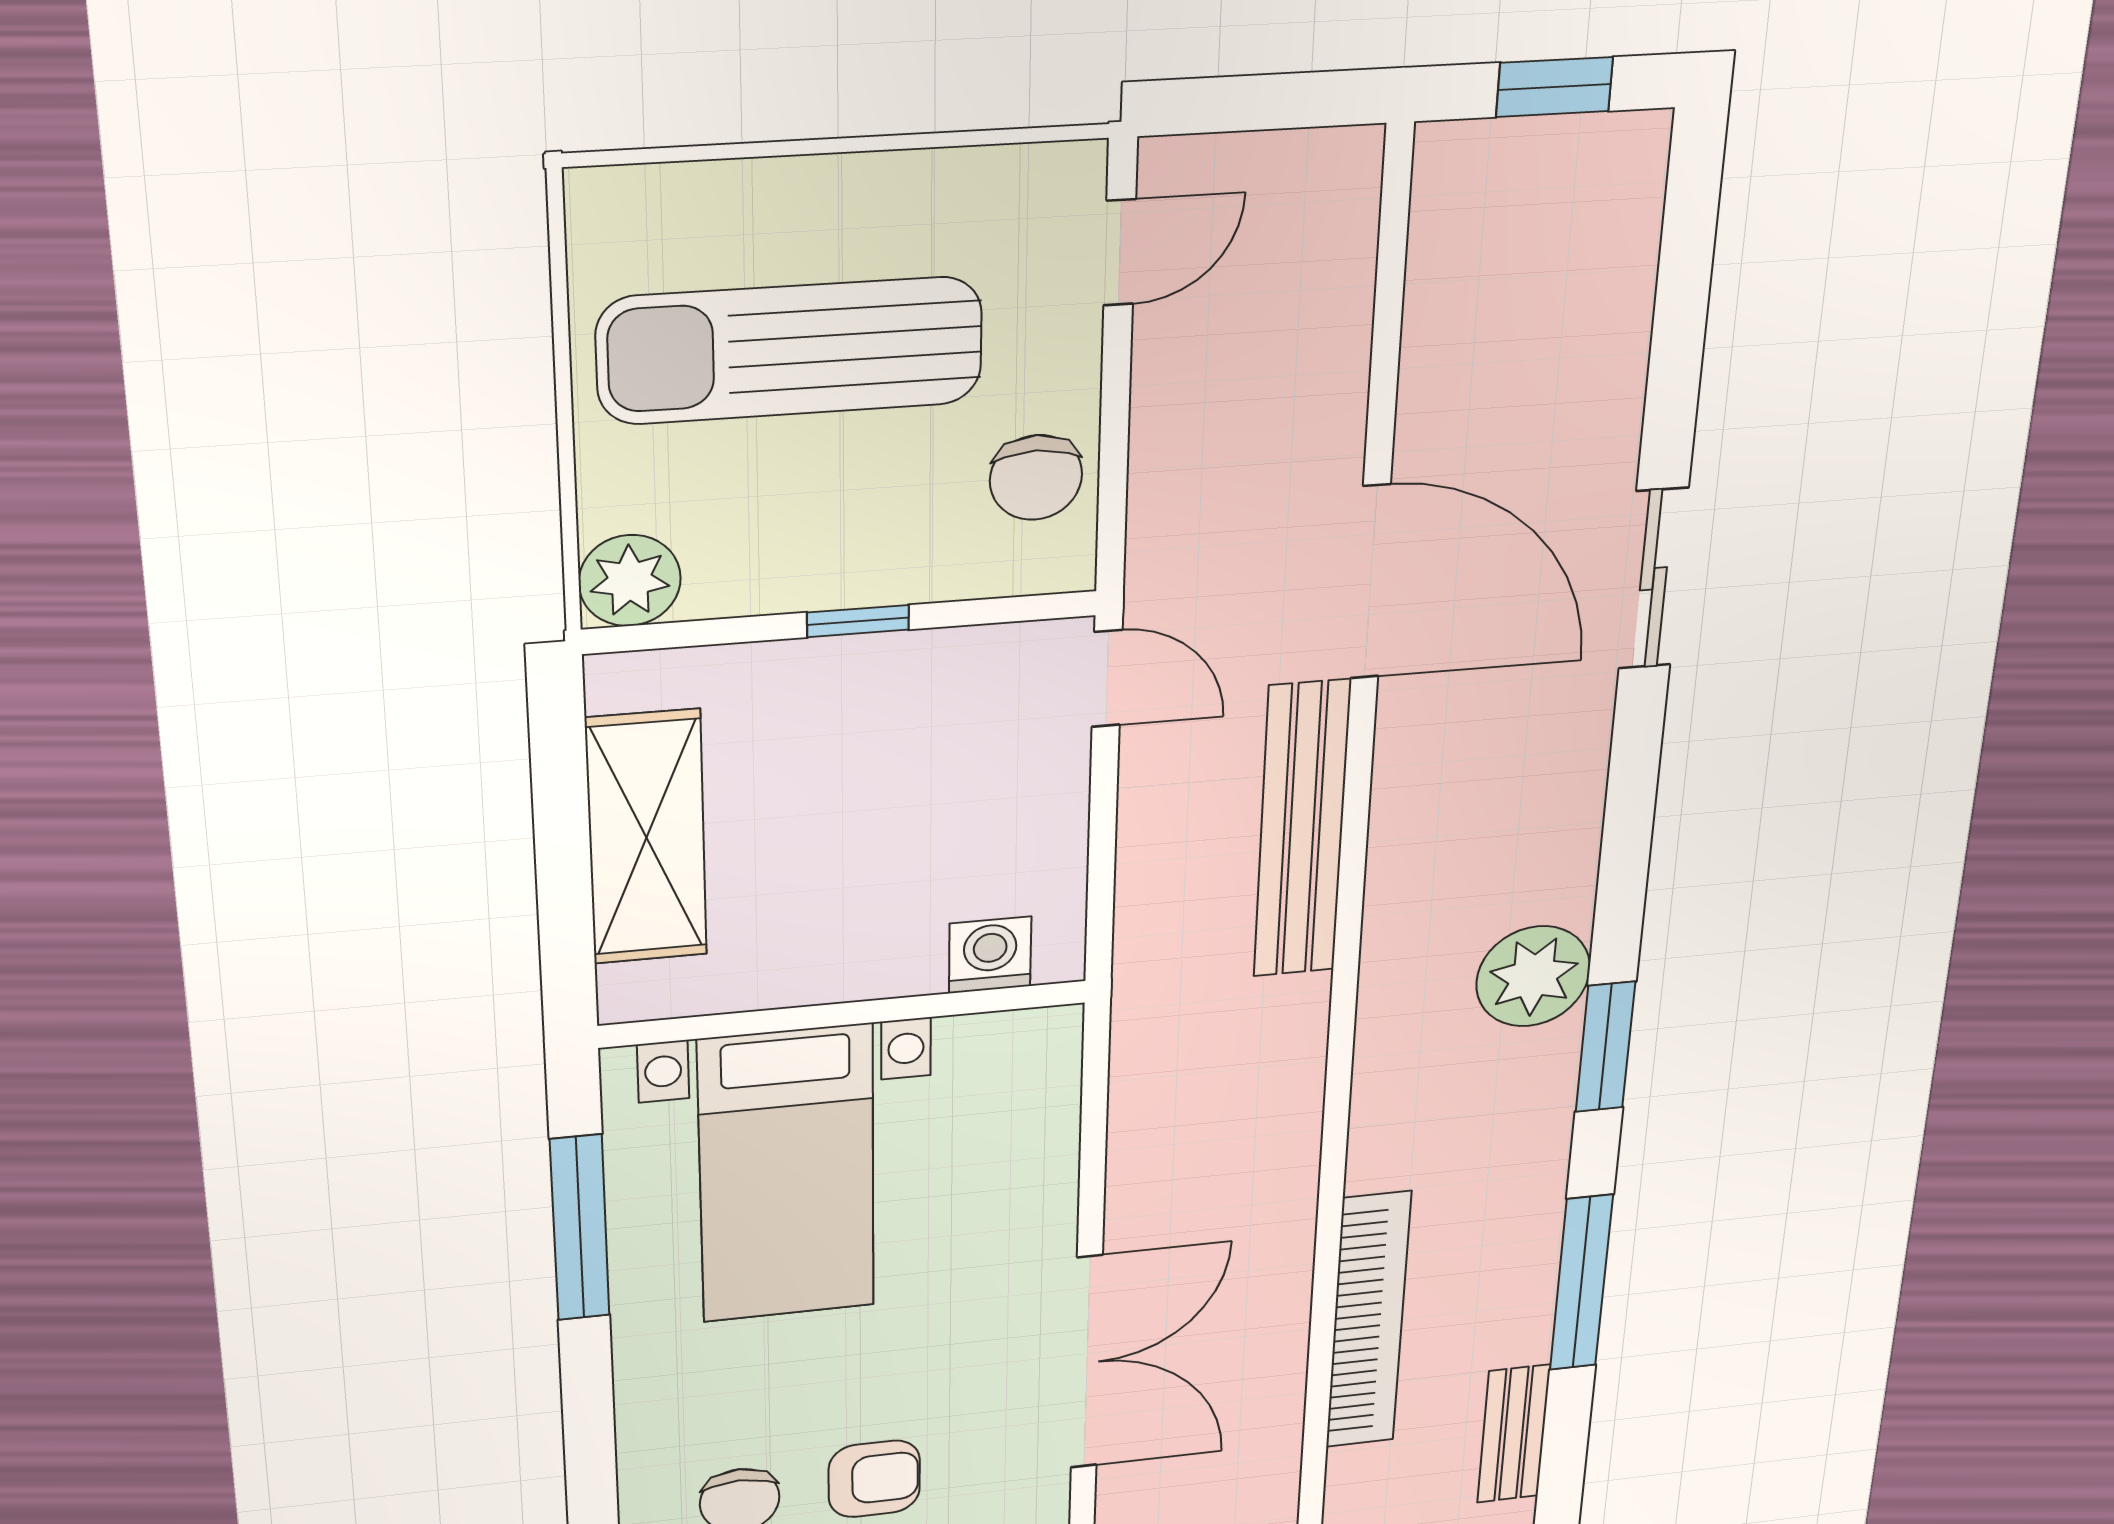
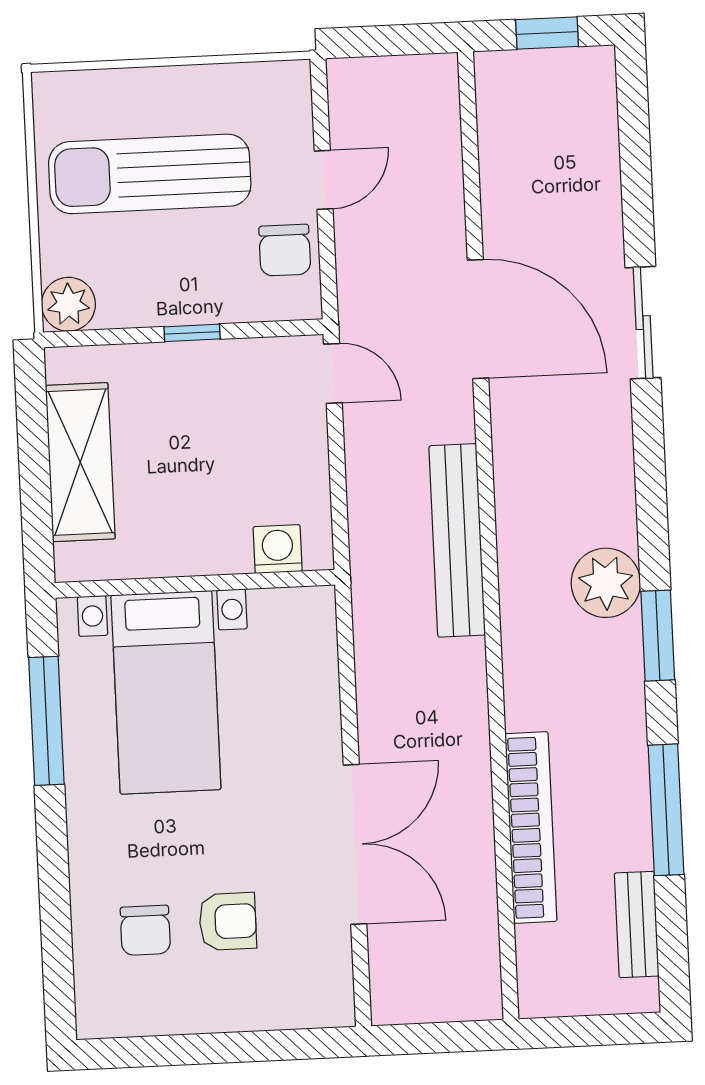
door: (1120, 252) -> (324, 180), moved
bench: (1302, 830) -> (457, 540), moved

